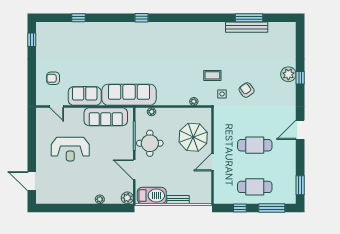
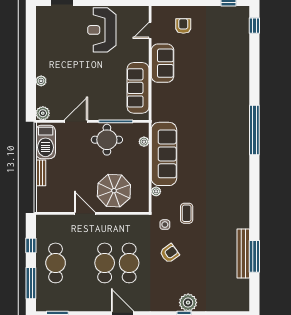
window: (79, 18) -> (254, 26), moved
window: (142, 18) -> (254, 130), width x3.17
sofa: (129, 95) -> (164, 154), moved
cafe table: (255, 124) -> (129, 263), added
reception desk: (70, 149) -> (102, 30), moved

